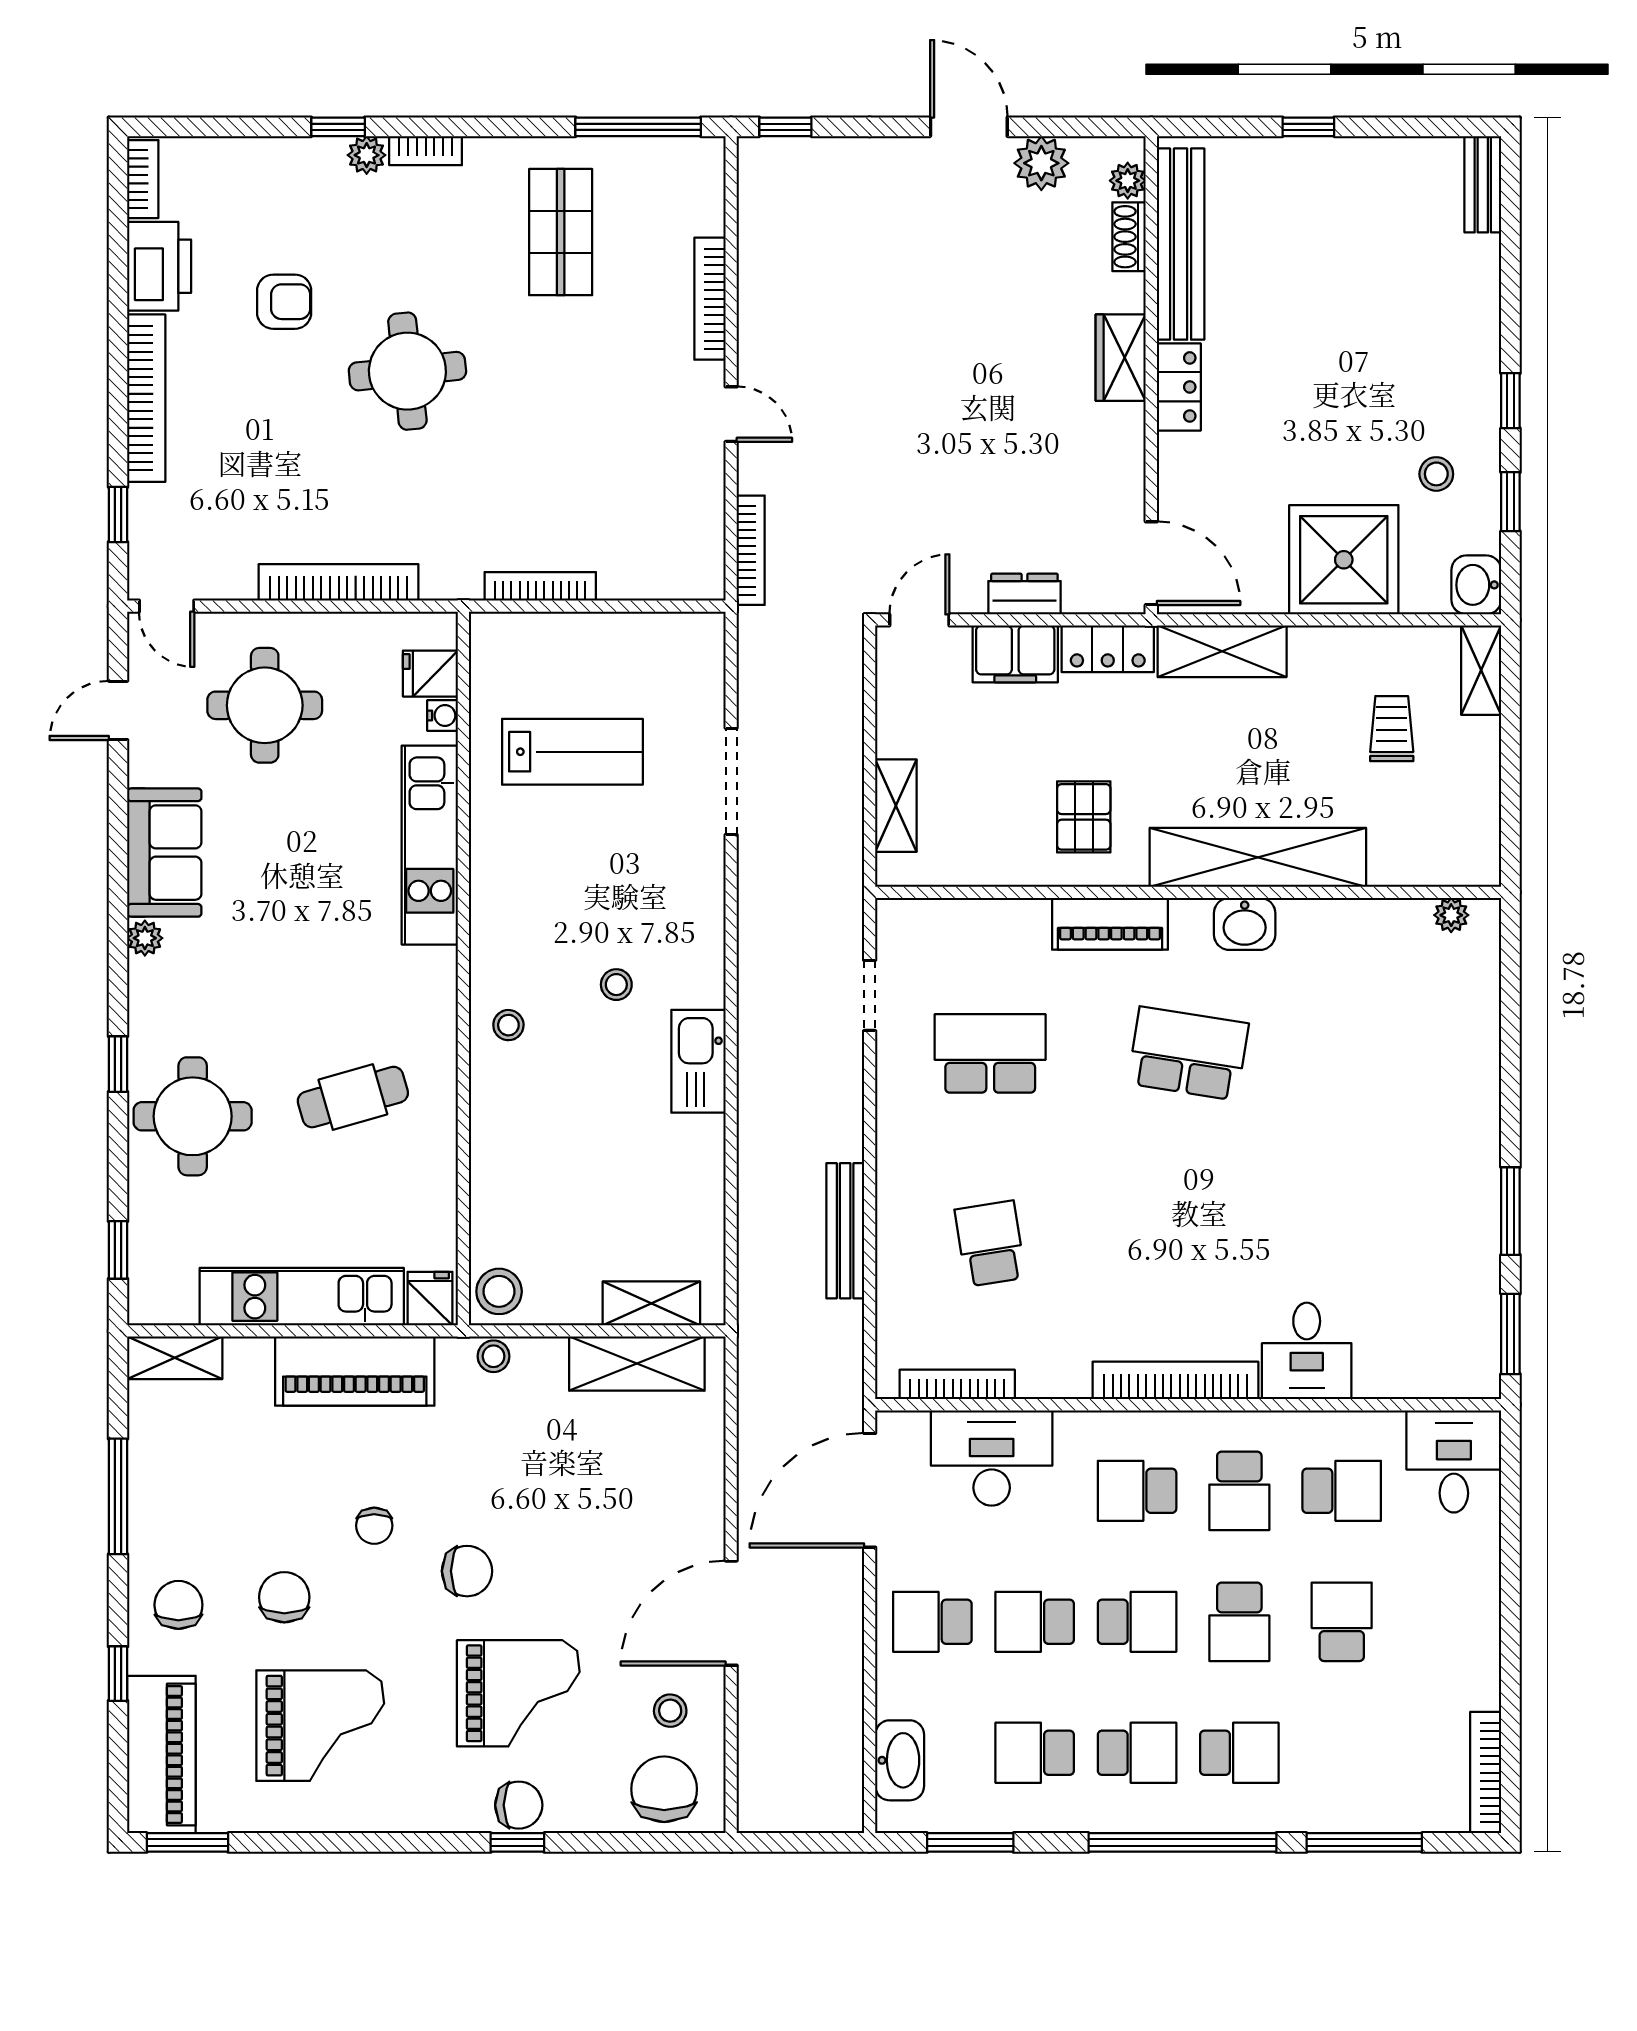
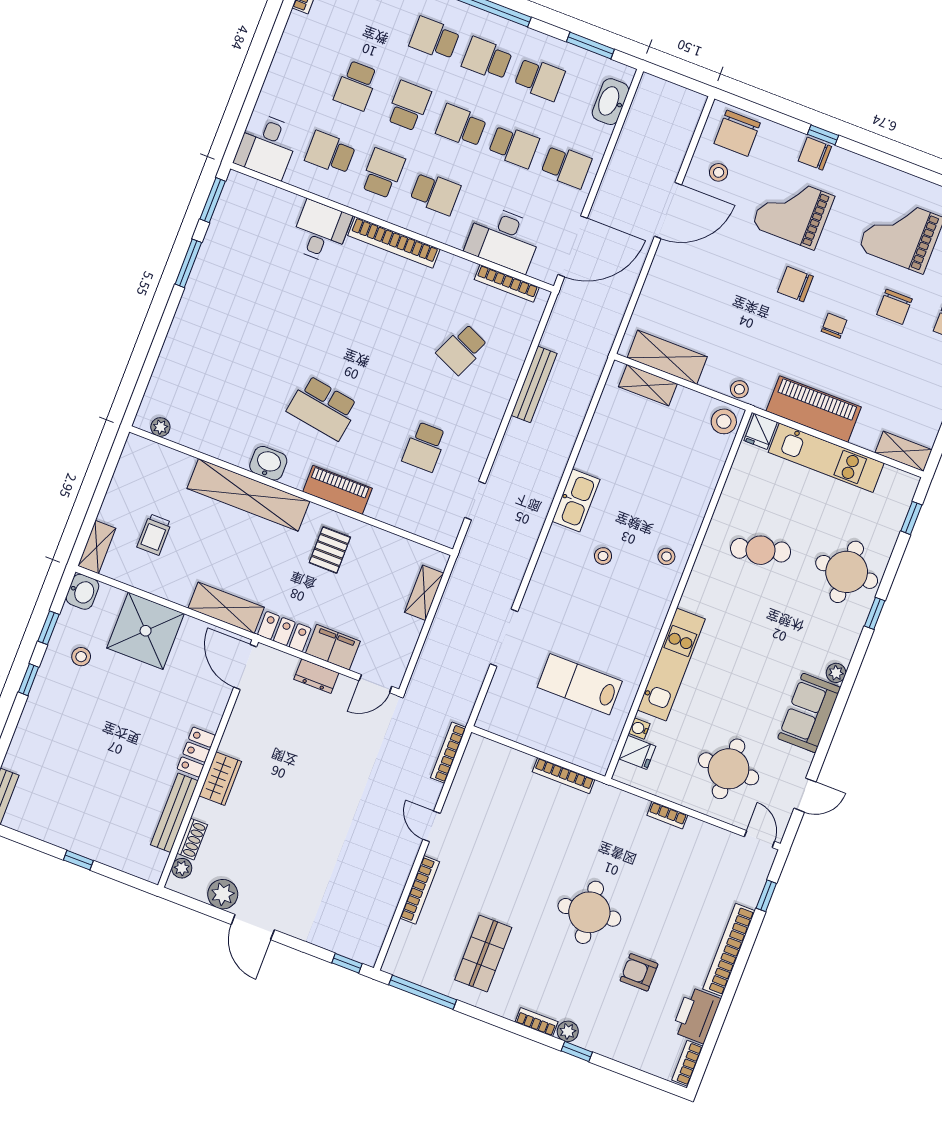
bench: (1181, 244) -> (174, 813), width x0.73, depth x0.82
bookcase: (339, 582) -> (667, 815), width x0.43, depth x0.76
school desk: (990, 1053) -> (425, 447), width x0.54
school desk: (990, 1244) -> (462, 349), turned 33

